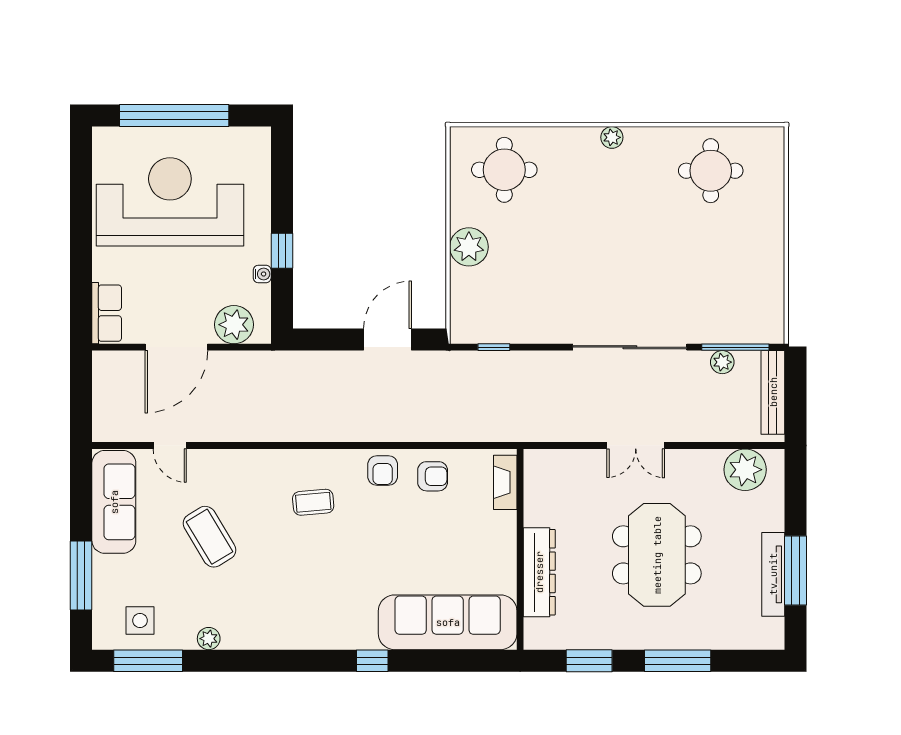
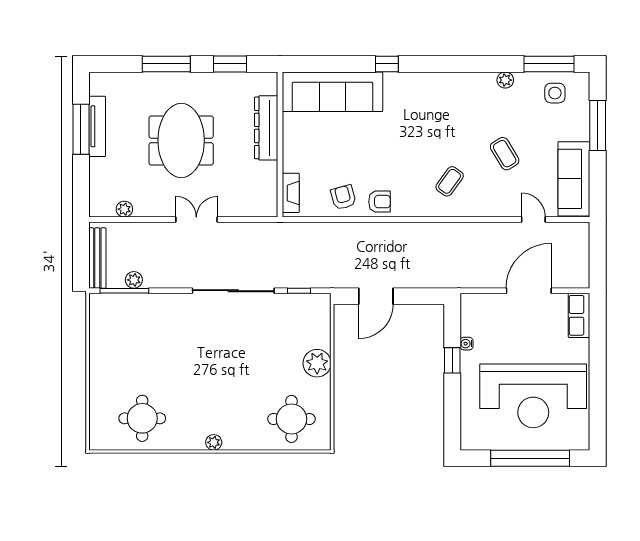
plant: (234, 325) -> (487, 307), removed
sliding door: (630, 347) -> (233, 291), moved
armchair: (383, 470) -> (379, 202), turned 90
plant: (745, 470) -> (124, 209), width x0.53, depth x0.53
armchair: (433, 476) -> (343, 197), turned 75
coffee table: (313, 502) -> (450, 181), moved, turned -49
coffee table: (210, 537) -> (505, 154), width x0.73, depth x0.77

